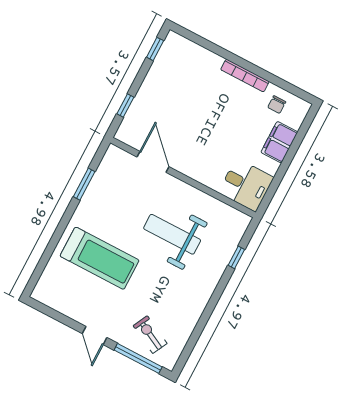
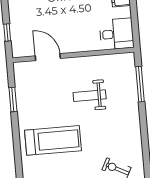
weight bench: (172, 234) -> (90, 96), width x0.73, depth x0.75
window: (236, 257) -> (140, 84), width x2.17

